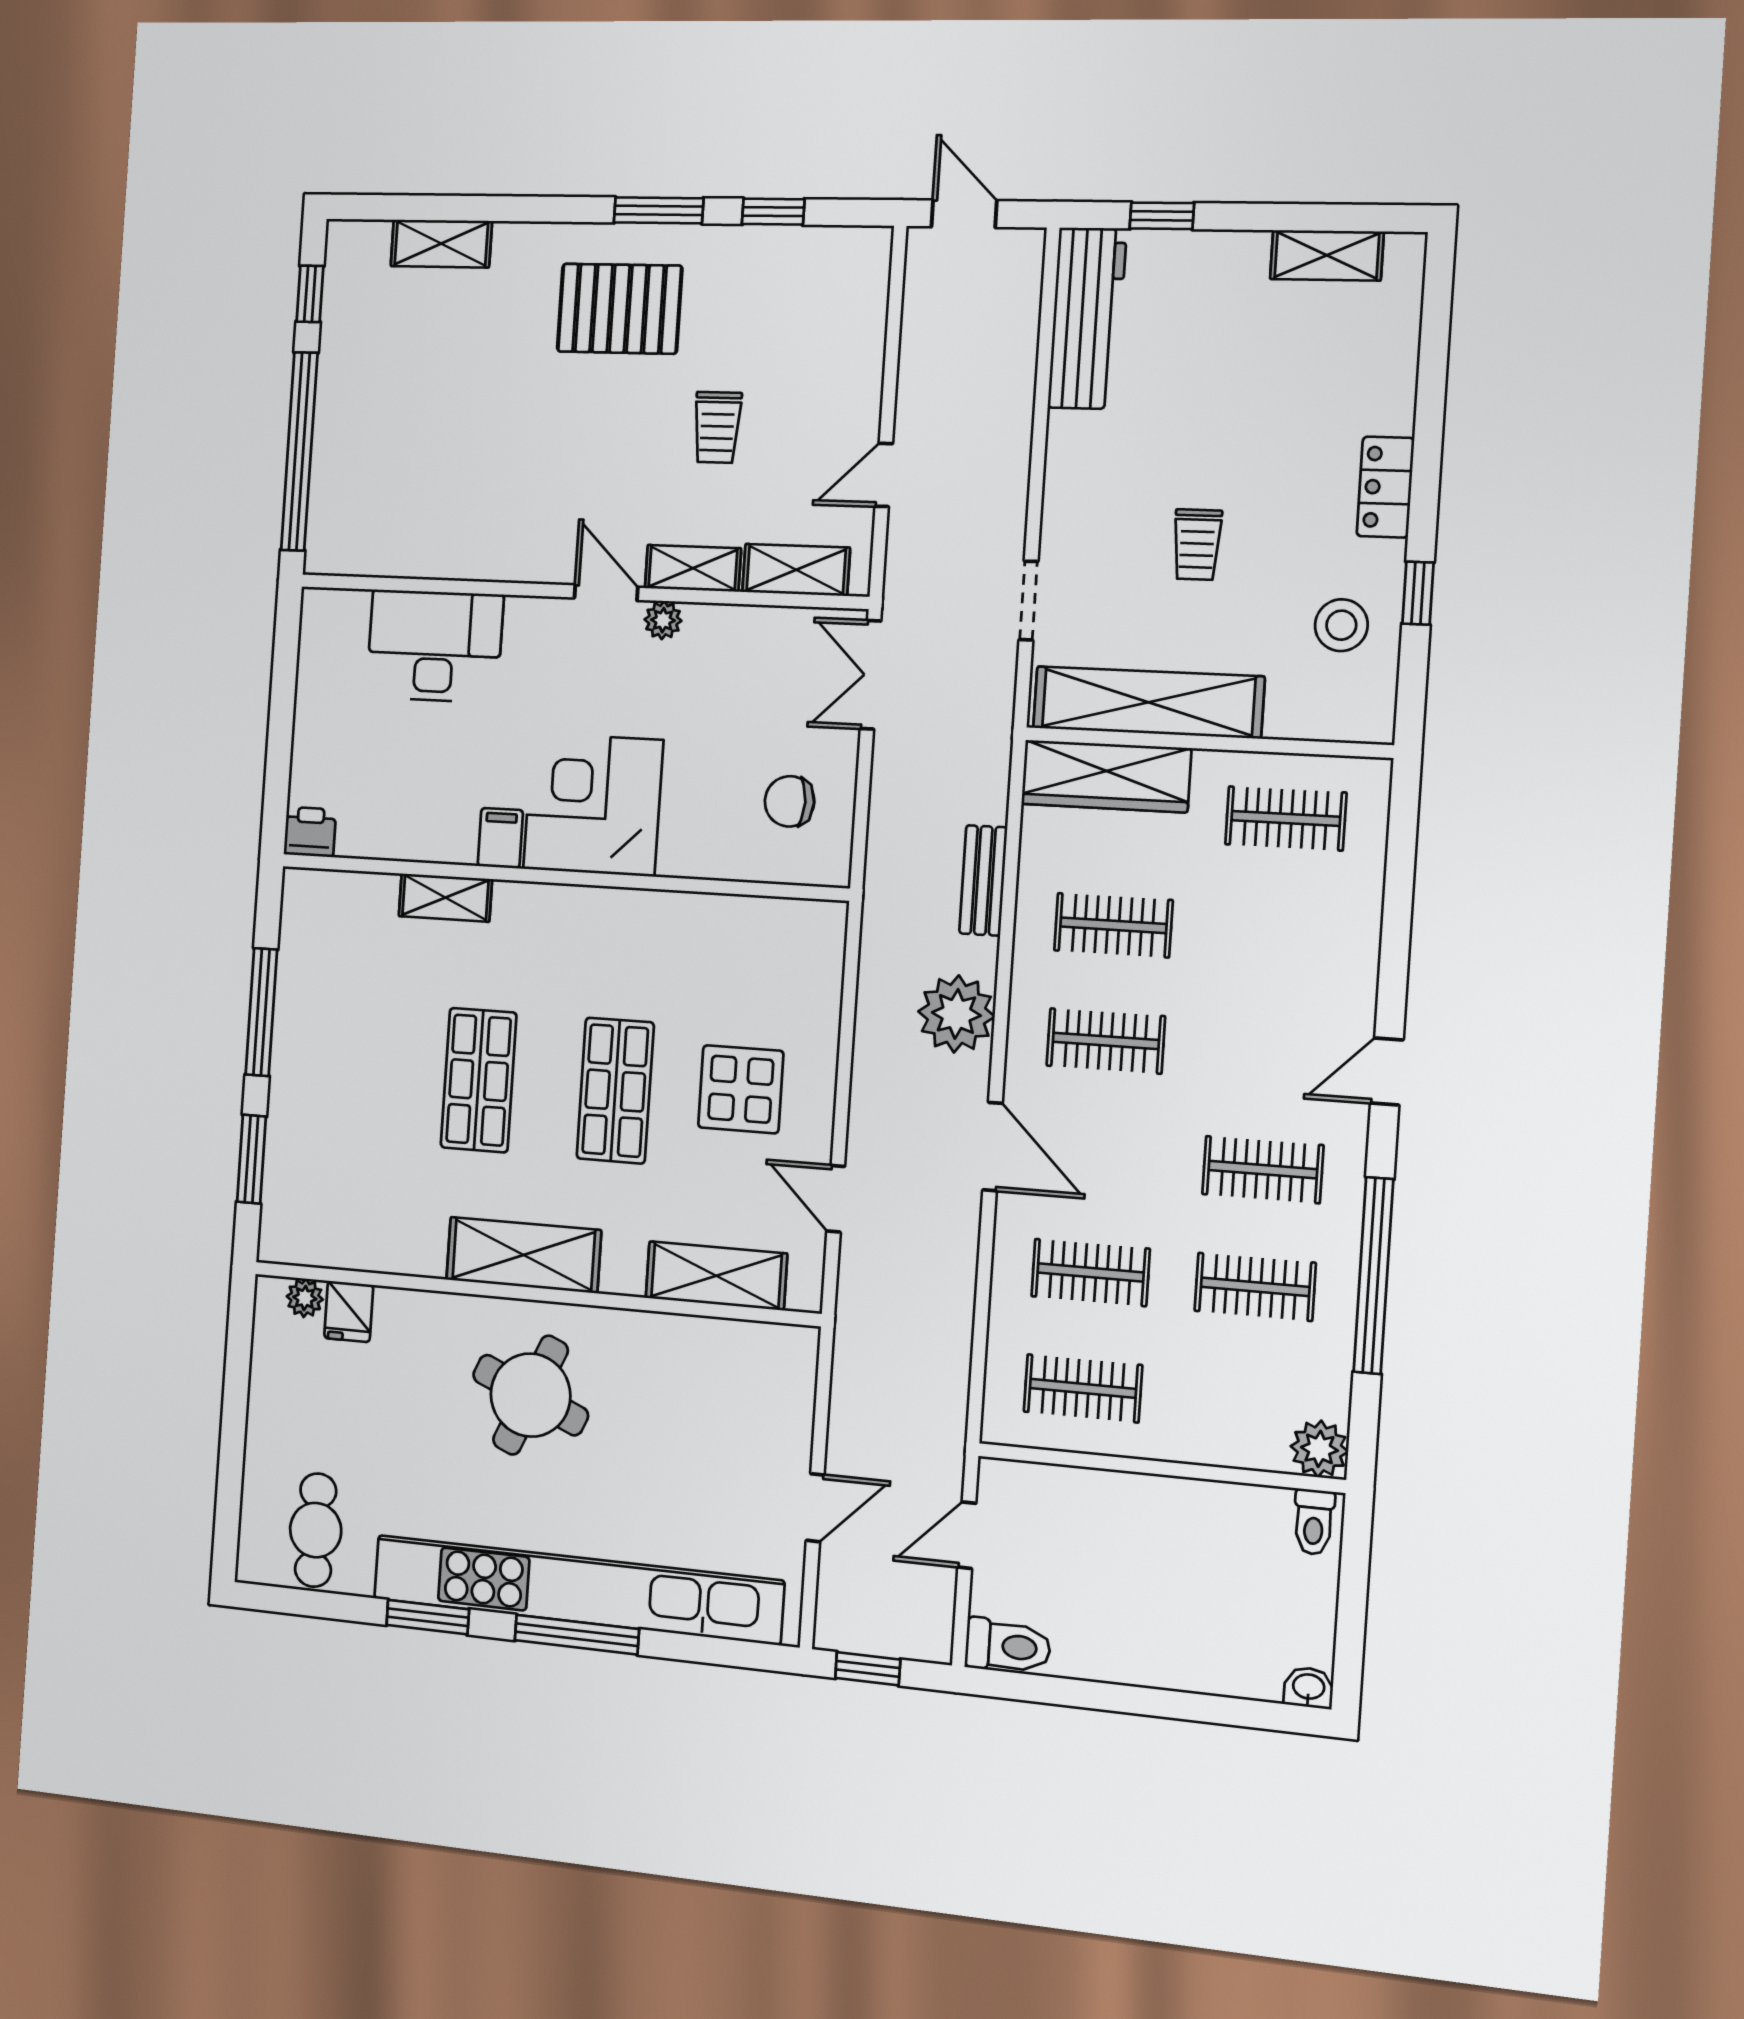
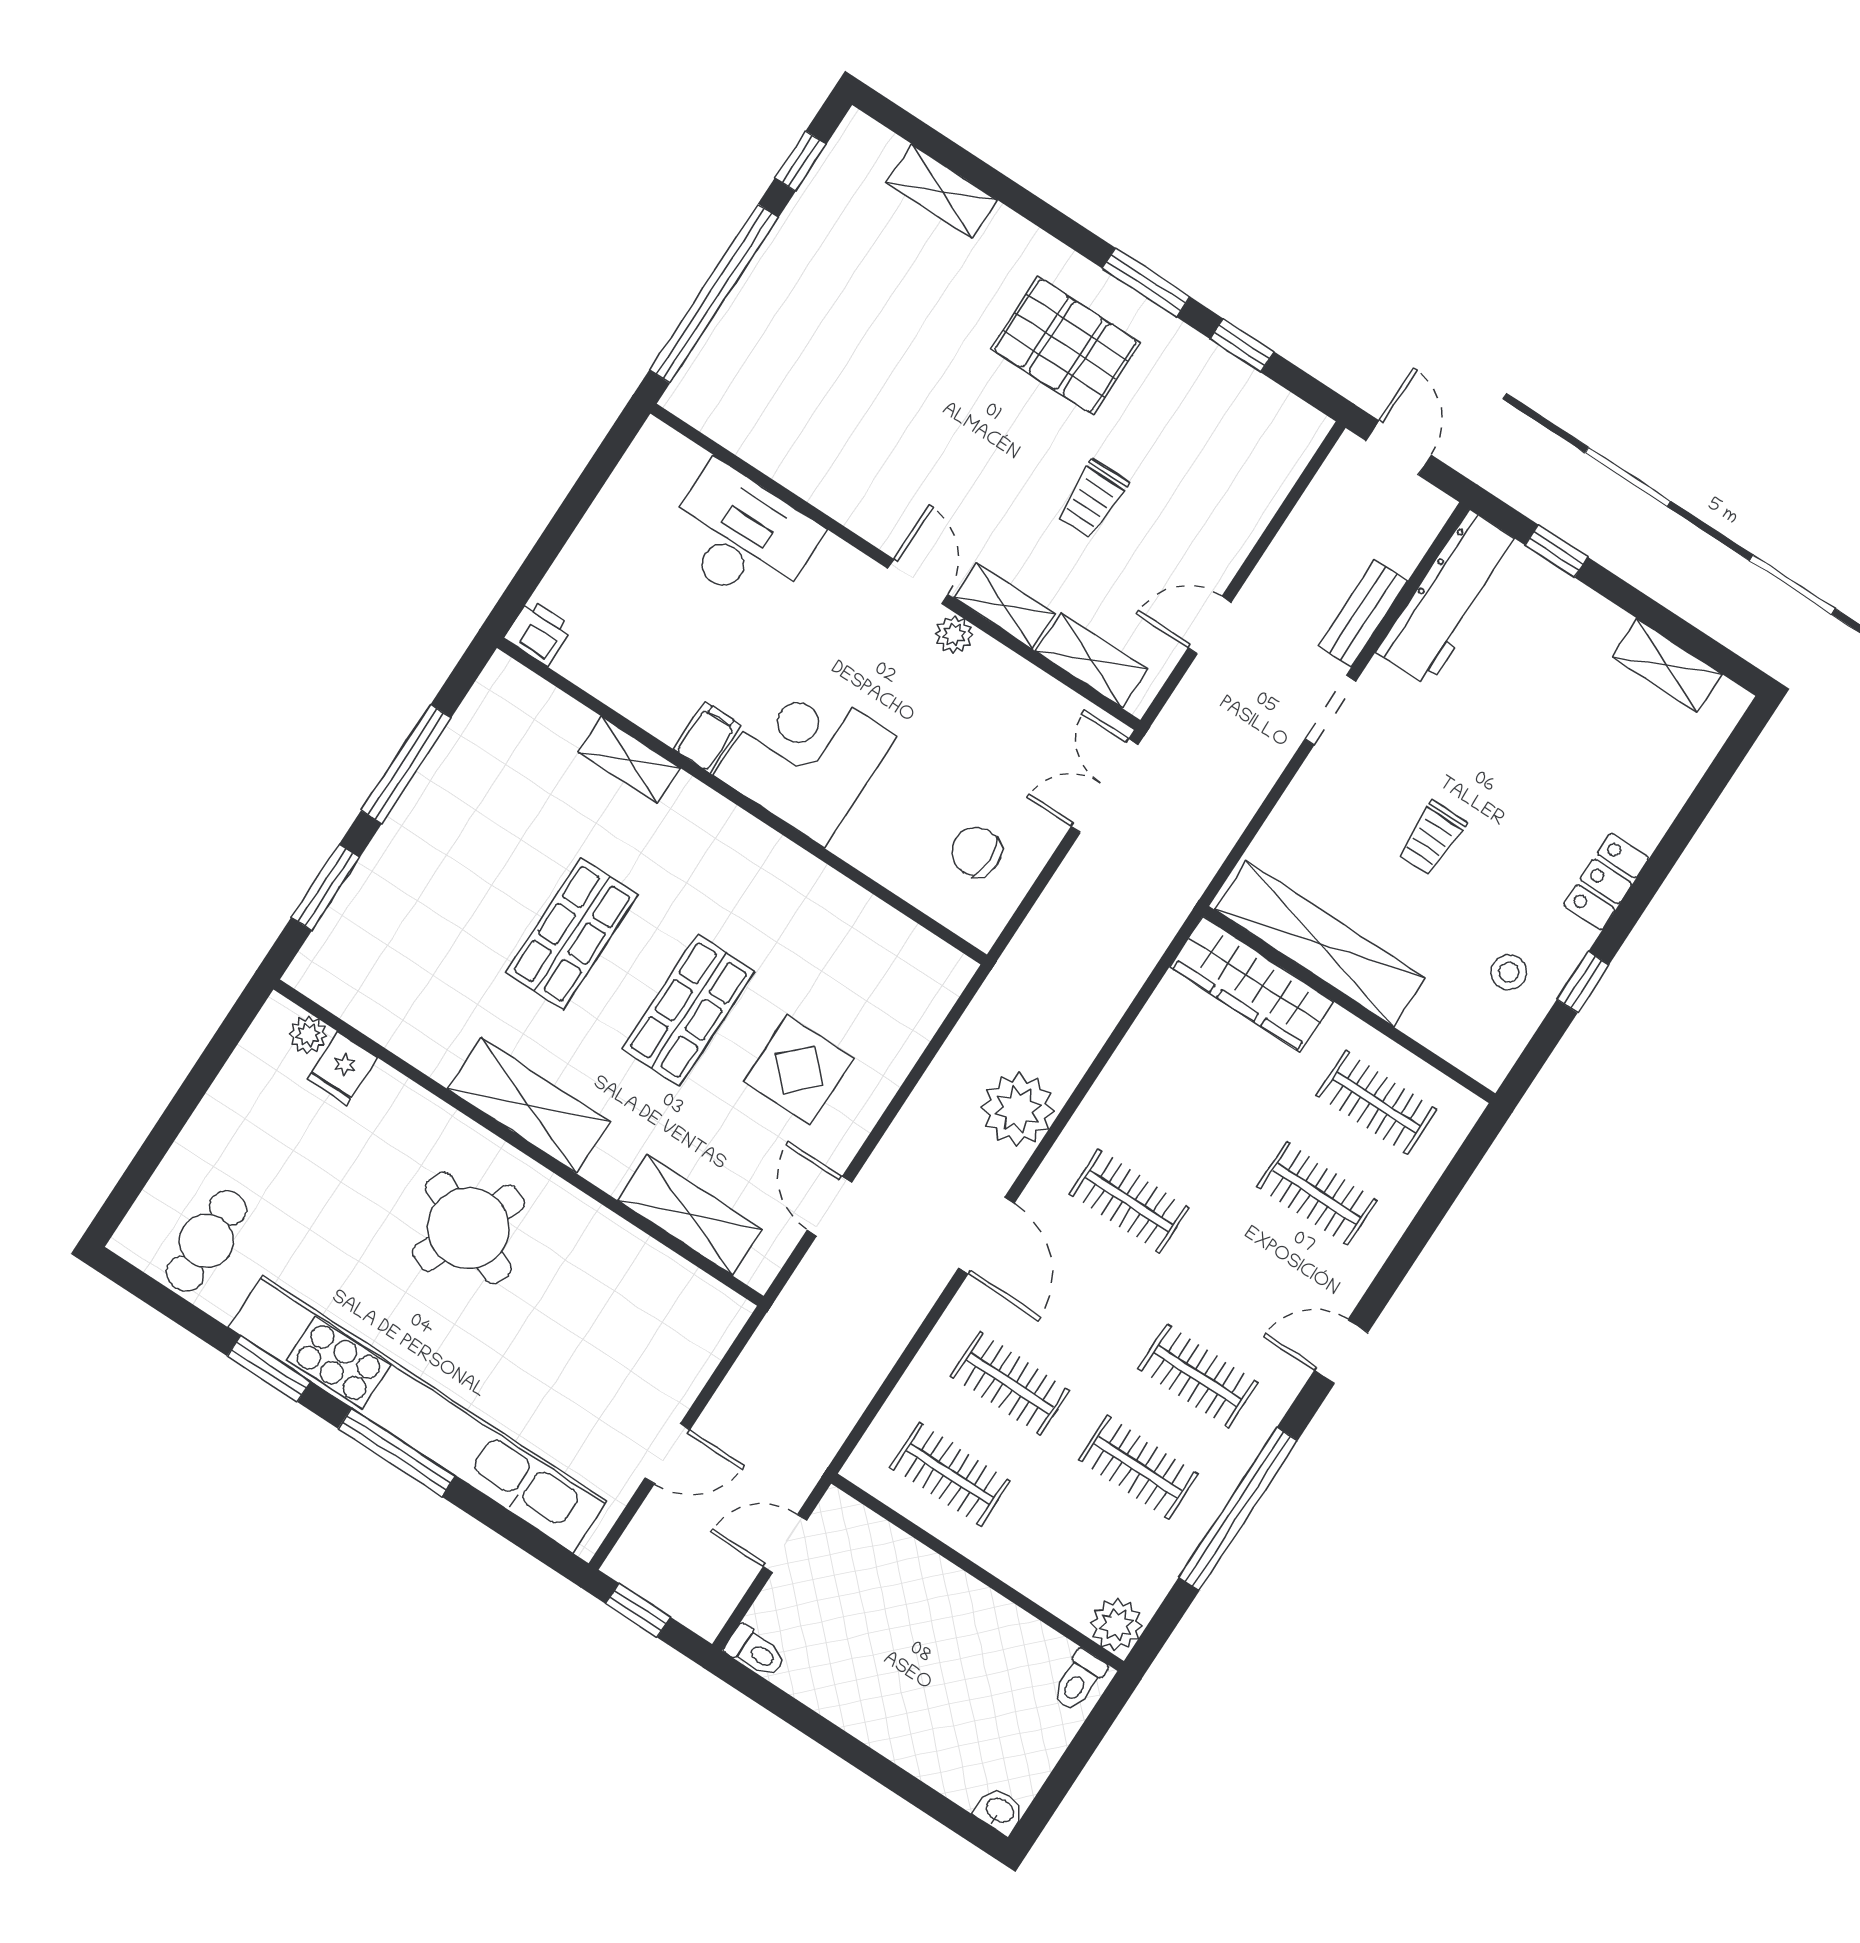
doorway: (1029, 601) -> (1330, 710), moved
stool: (1341, 625) -> (1509, 972), width x0.73, depth x0.73
bench: (983, 880) -> (1363, 613), moved
clothes rail: (1113, 925) -> (1317, 1194), moved
toilet: (1008, 1646) -> (756, 1652), width x0.73, depth x0.72

